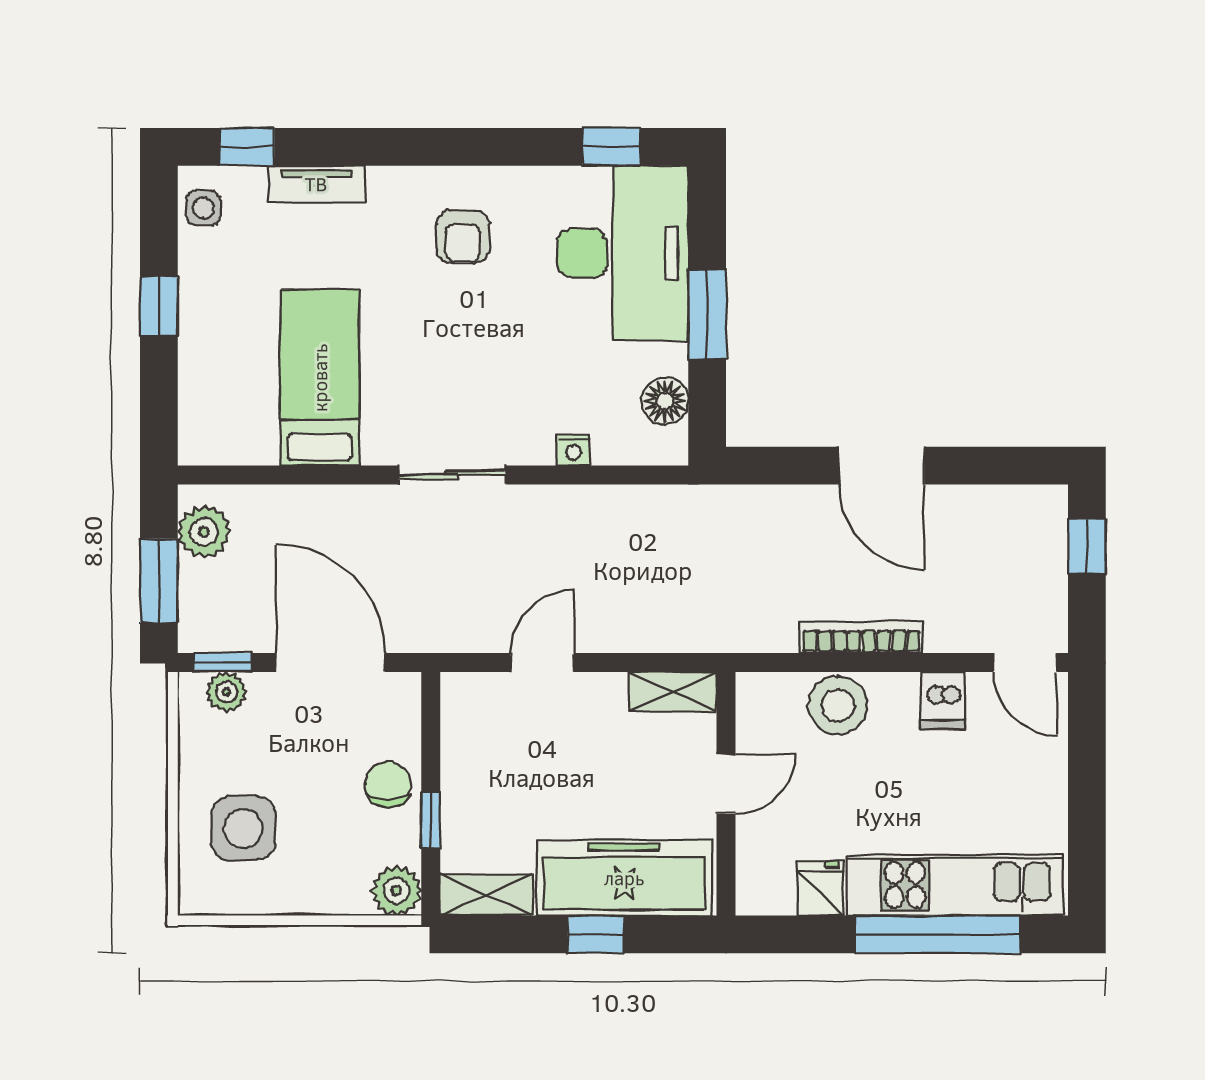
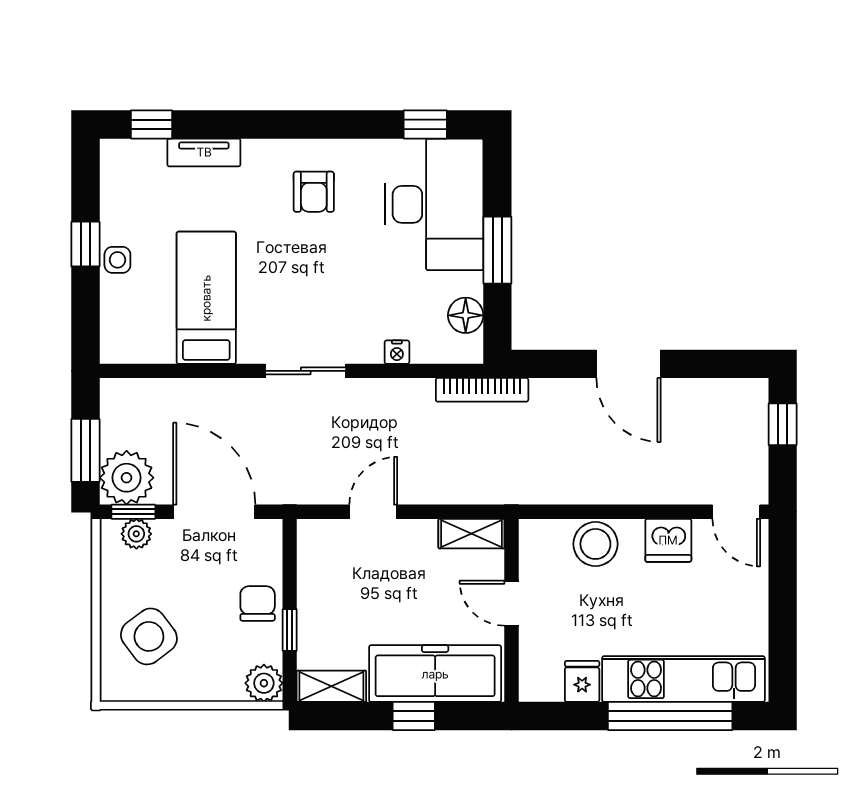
side table: (203, 208) -> (117, 260), moved
plant: (204, 532) -> (127, 478), moved, width x1.36, depth x1.36
bookcase: (862, 637) -> (482, 390), moved, turned 180
dishwasher: (943, 701) -> (668, 540), width x1.38
door: (726, 784) -> (511, 603), swing flipped
side table: (243, 828) -> (149, 636), turned -37

